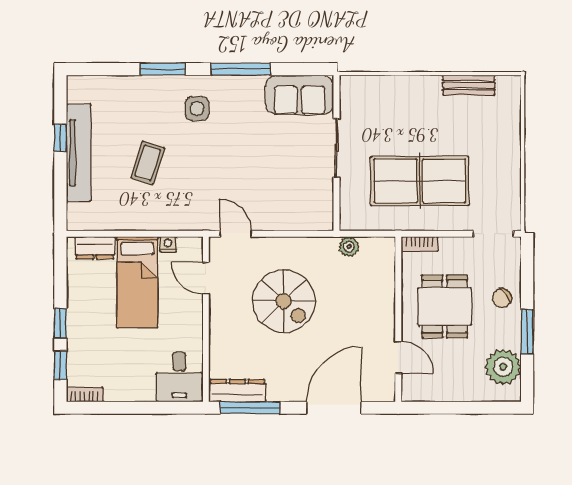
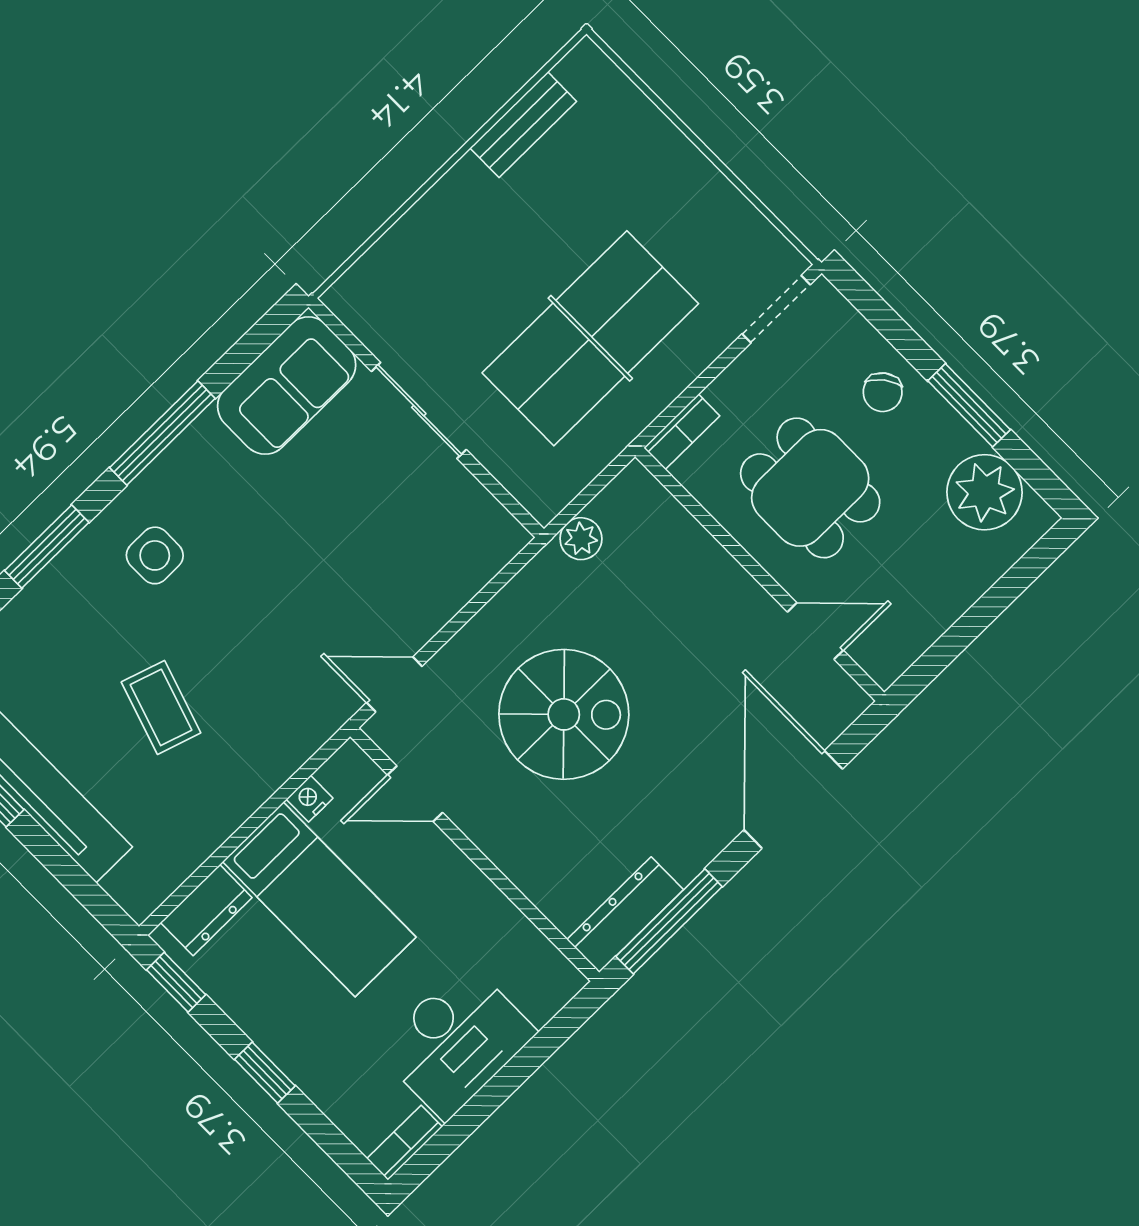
window: (60, 366) -> (176, 982), moved
desk: (179, 377) -> (456, 1041), moved, width x1.37

